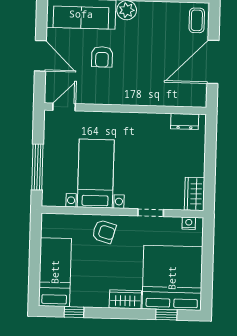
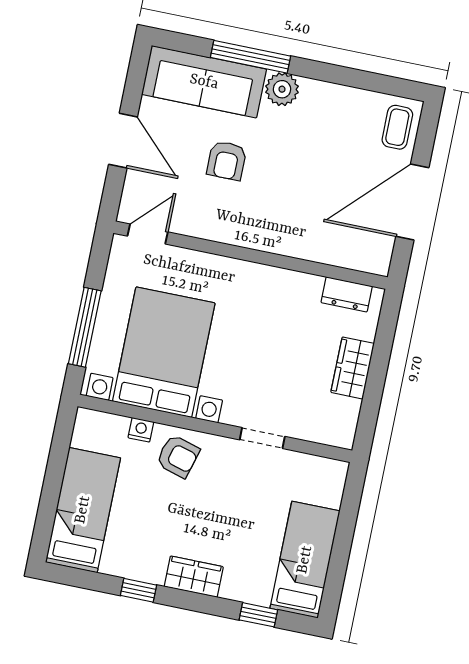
bed with nightstands: (96, 174) -> (164, 352), width x1.36
wardrobe: (195, 194) -> (353, 368), moved
nightstand: (189, 223) -> (141, 430), moved
bed: (172, 278) -> (305, 560), width x0.49
window: (74, 312) -> (139, 590), moved

